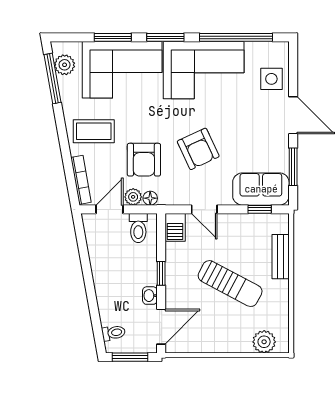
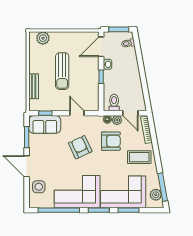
armchair: (144, 160) -> (111, 141), turned 90
door: (110, 209) -> (130, 113), hinge flipped
barbecue: (175, 227) -> (93, 103), removed
sun lounger: (230, 284) -> (62, 71), turned -118

